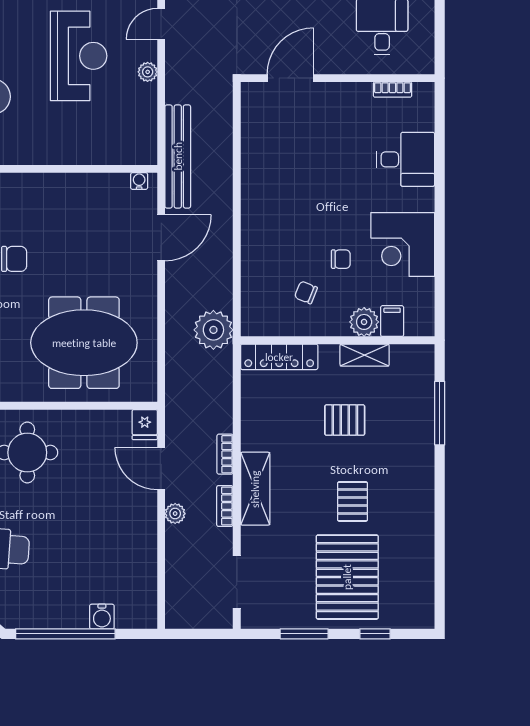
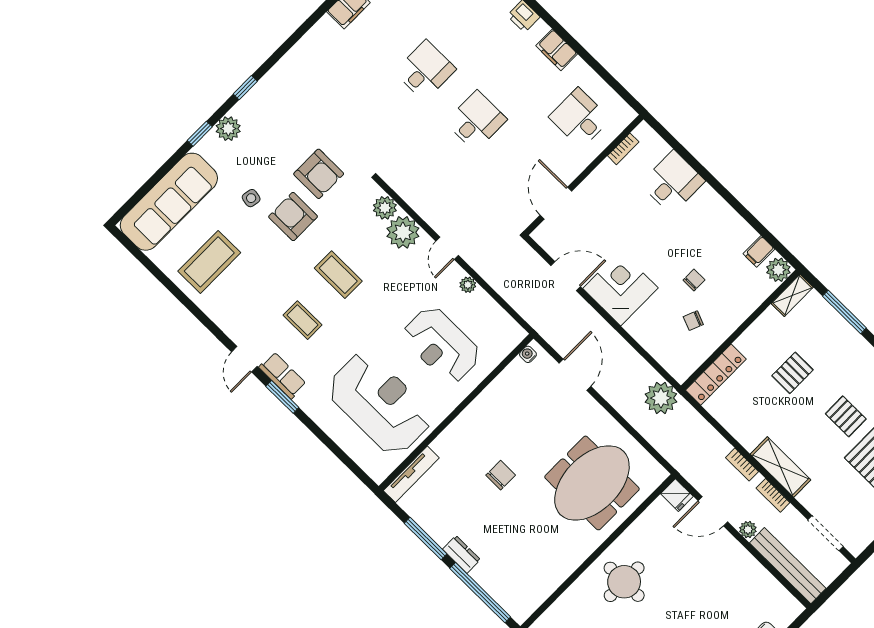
reception desk: (79, 56) -> (441, 345), moved, turned 180
door: (237, 147) -> (566, 276), added
bench: (178, 156) -> (788, 566), moved
corner desk: (403, 245) -> (621, 288), moved, turned 180
filing cabinet: (392, 321) -> (759, 251), moved, turned -90
plant: (364, 322) -> (778, 270), moved
shelving: (365, 355) -> (792, 295), moved

